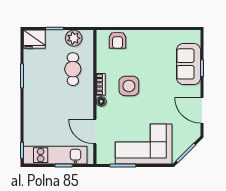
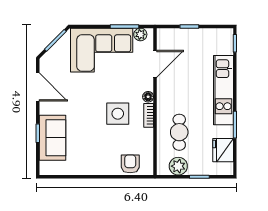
fridge: (34, 39) -> (223, 150), moved, turned -90
door: (95, 131) -> (155, 64), hinge flipped
kitchen unit: (55, 155) -> (223, 90), moved, turned 90
plant: (108, 158) -> (140, 34), added

